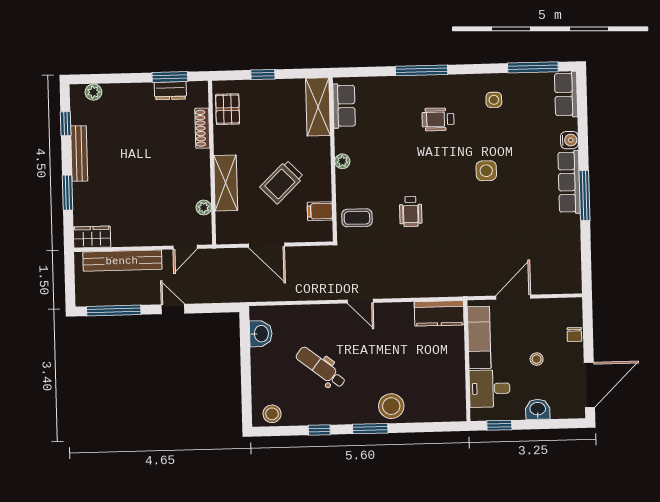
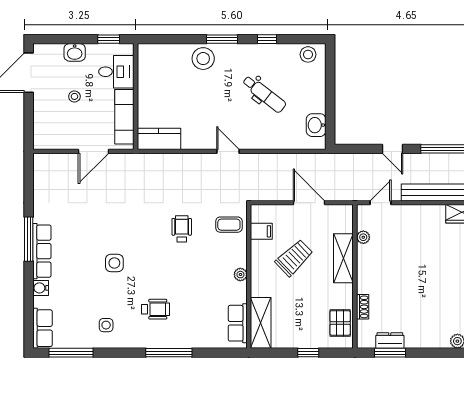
shoe rack: (202, 128) -> (363, 307), width x0.70
chair: (574, 334) -> (41, 117), removed

